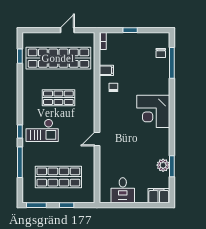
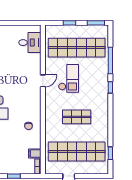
filing cabinet: (106, 70) -> (35, 153), moved
checkout: (42, 130) -> (68, 78), moved, turned 90
shop shelf: (58, 177) -> (77, 48), width x1.40
desk: (123, 190) -> (30, 43), moved, turned 90

